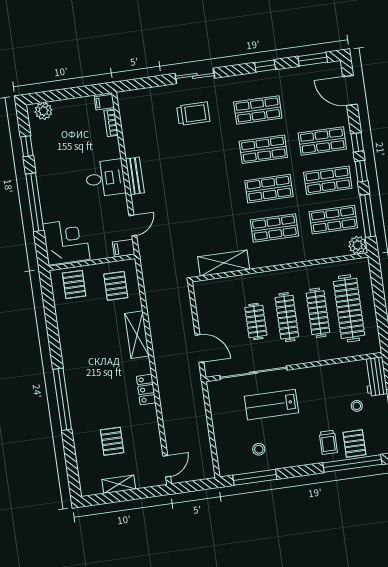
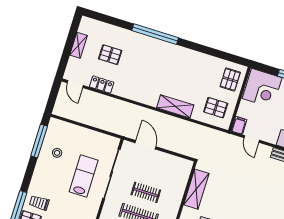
pallet: (74, 284) -> (230, 79), turned 90
door: (199, 349) -> (146, 145), swing flipped
locker: (146, 390) -> (102, 85), moved

